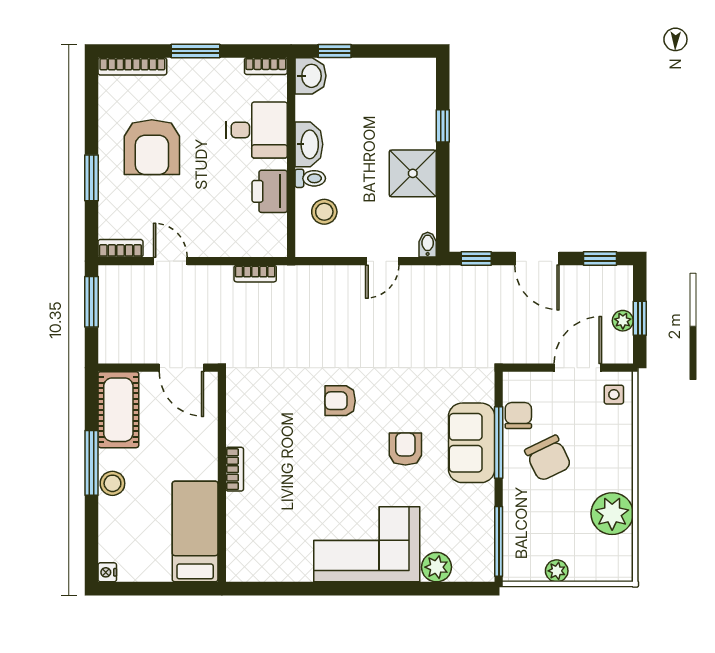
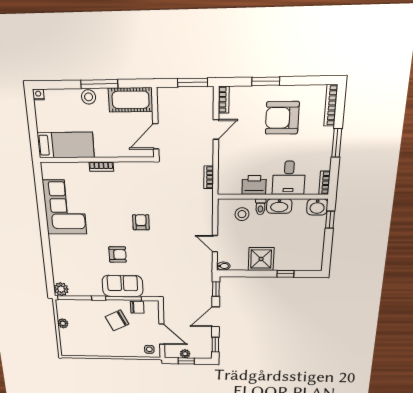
plant: (612, 514) -> (92, 348), removed
corner sofa: (367, 544) -> (65, 207), moved
plant: (437, 567) -> (61, 289), moved

